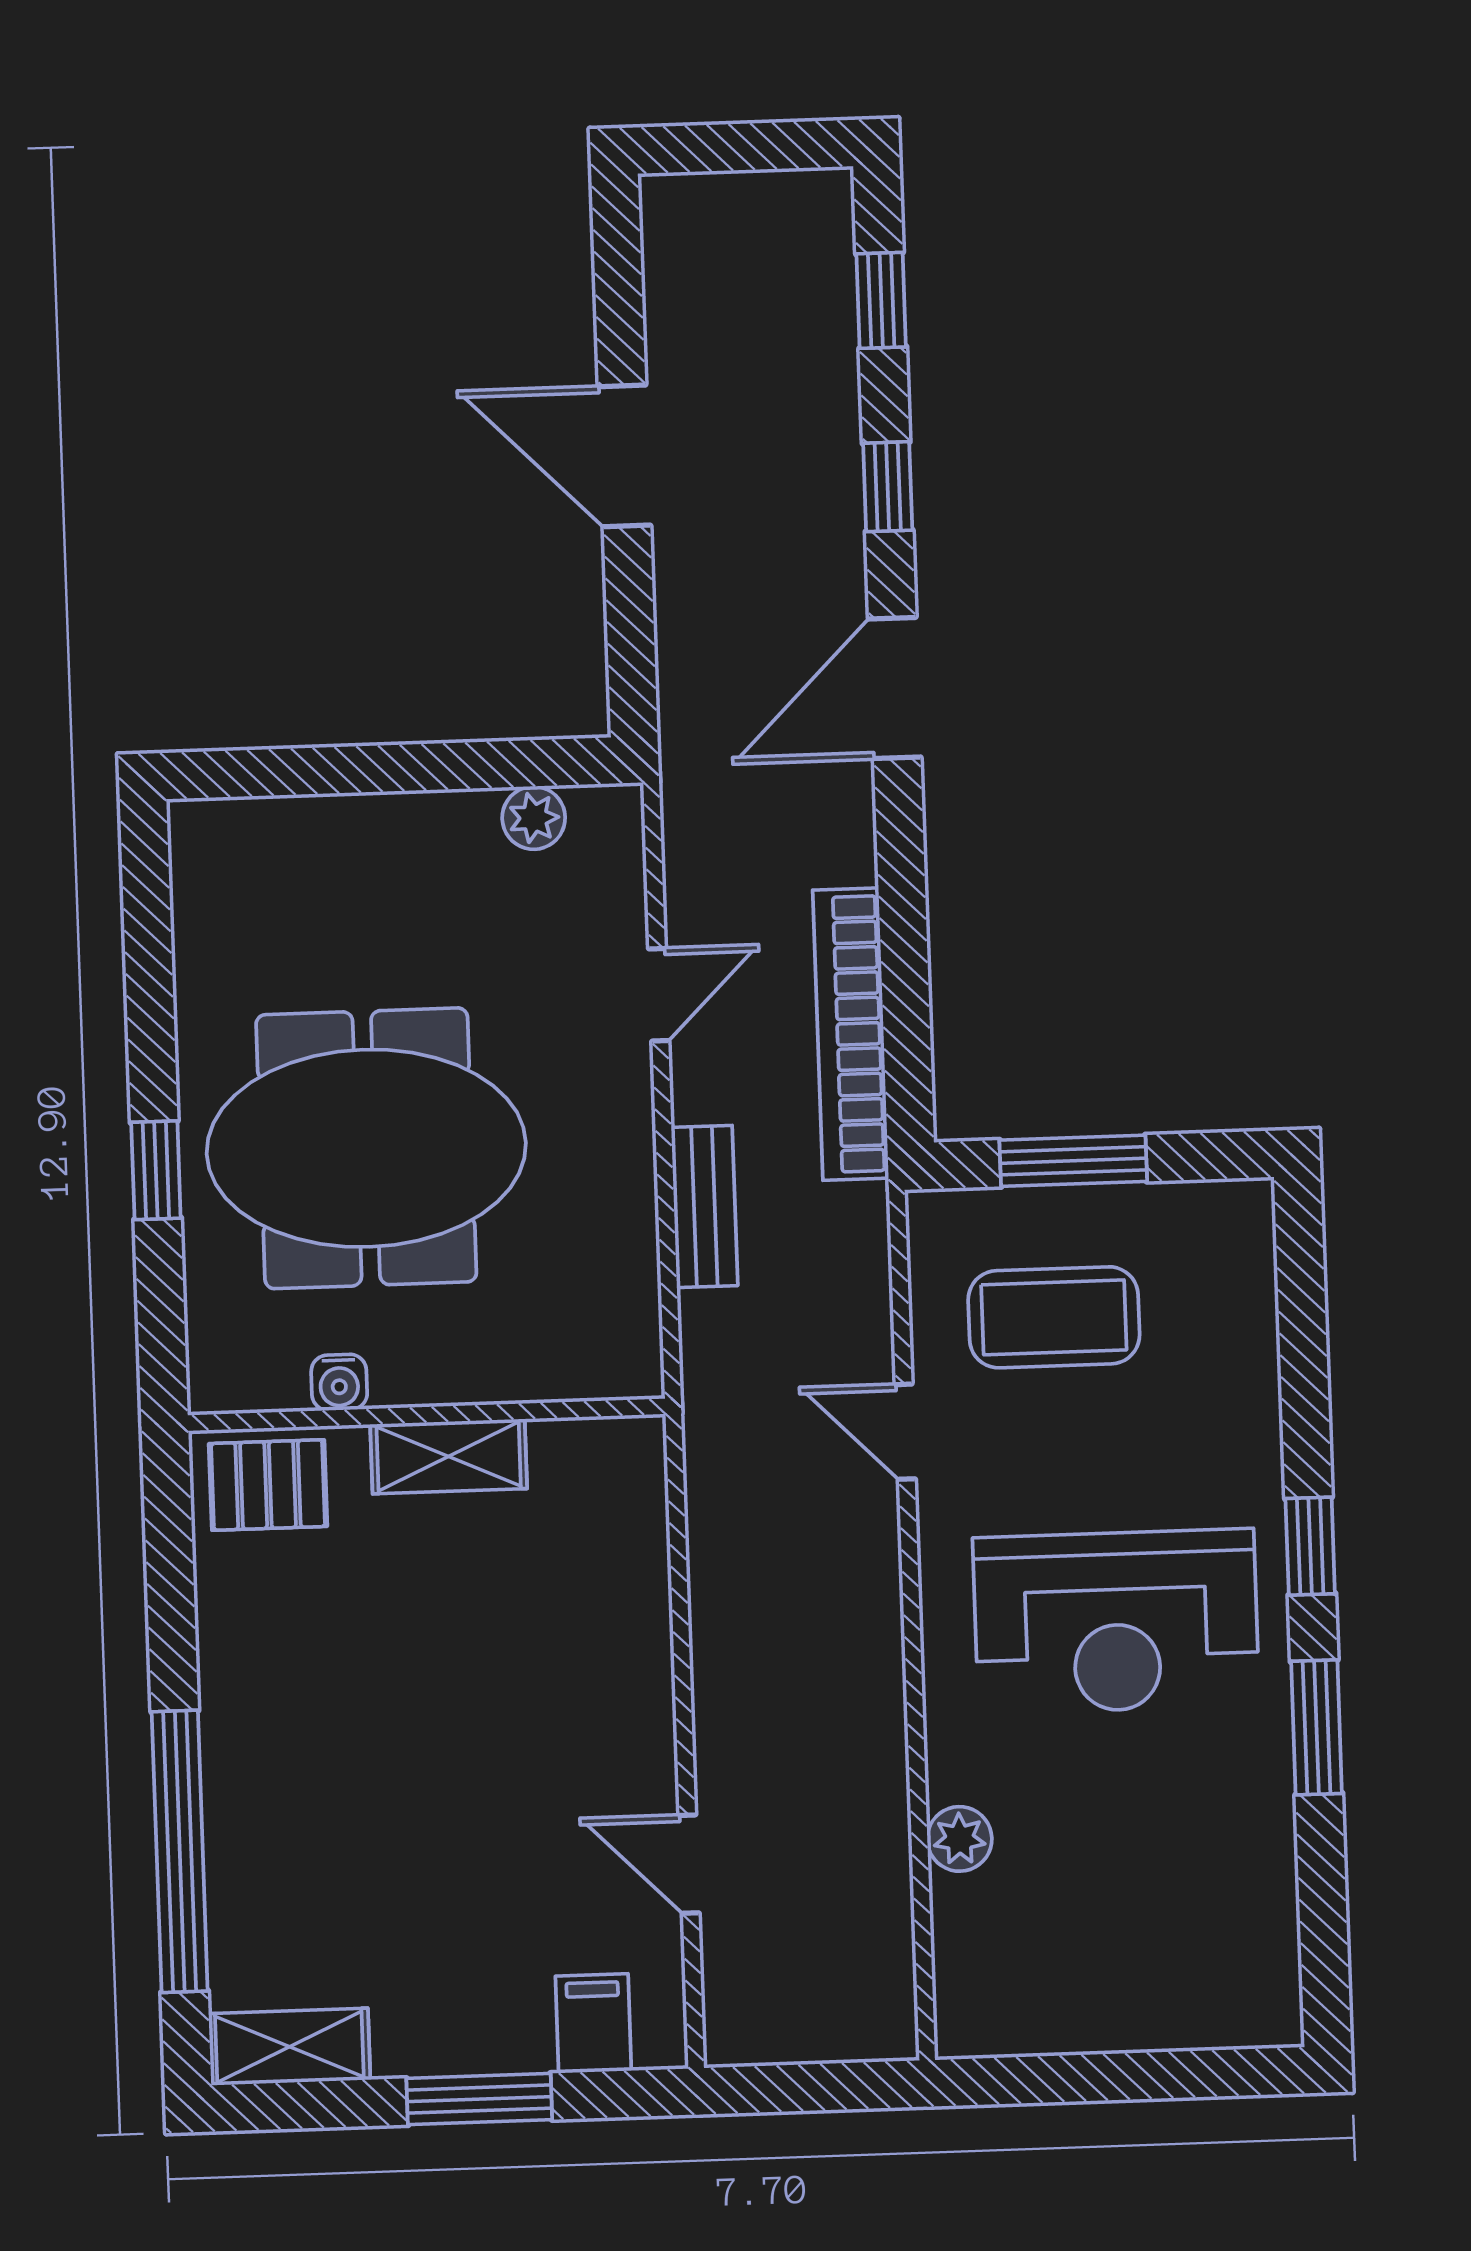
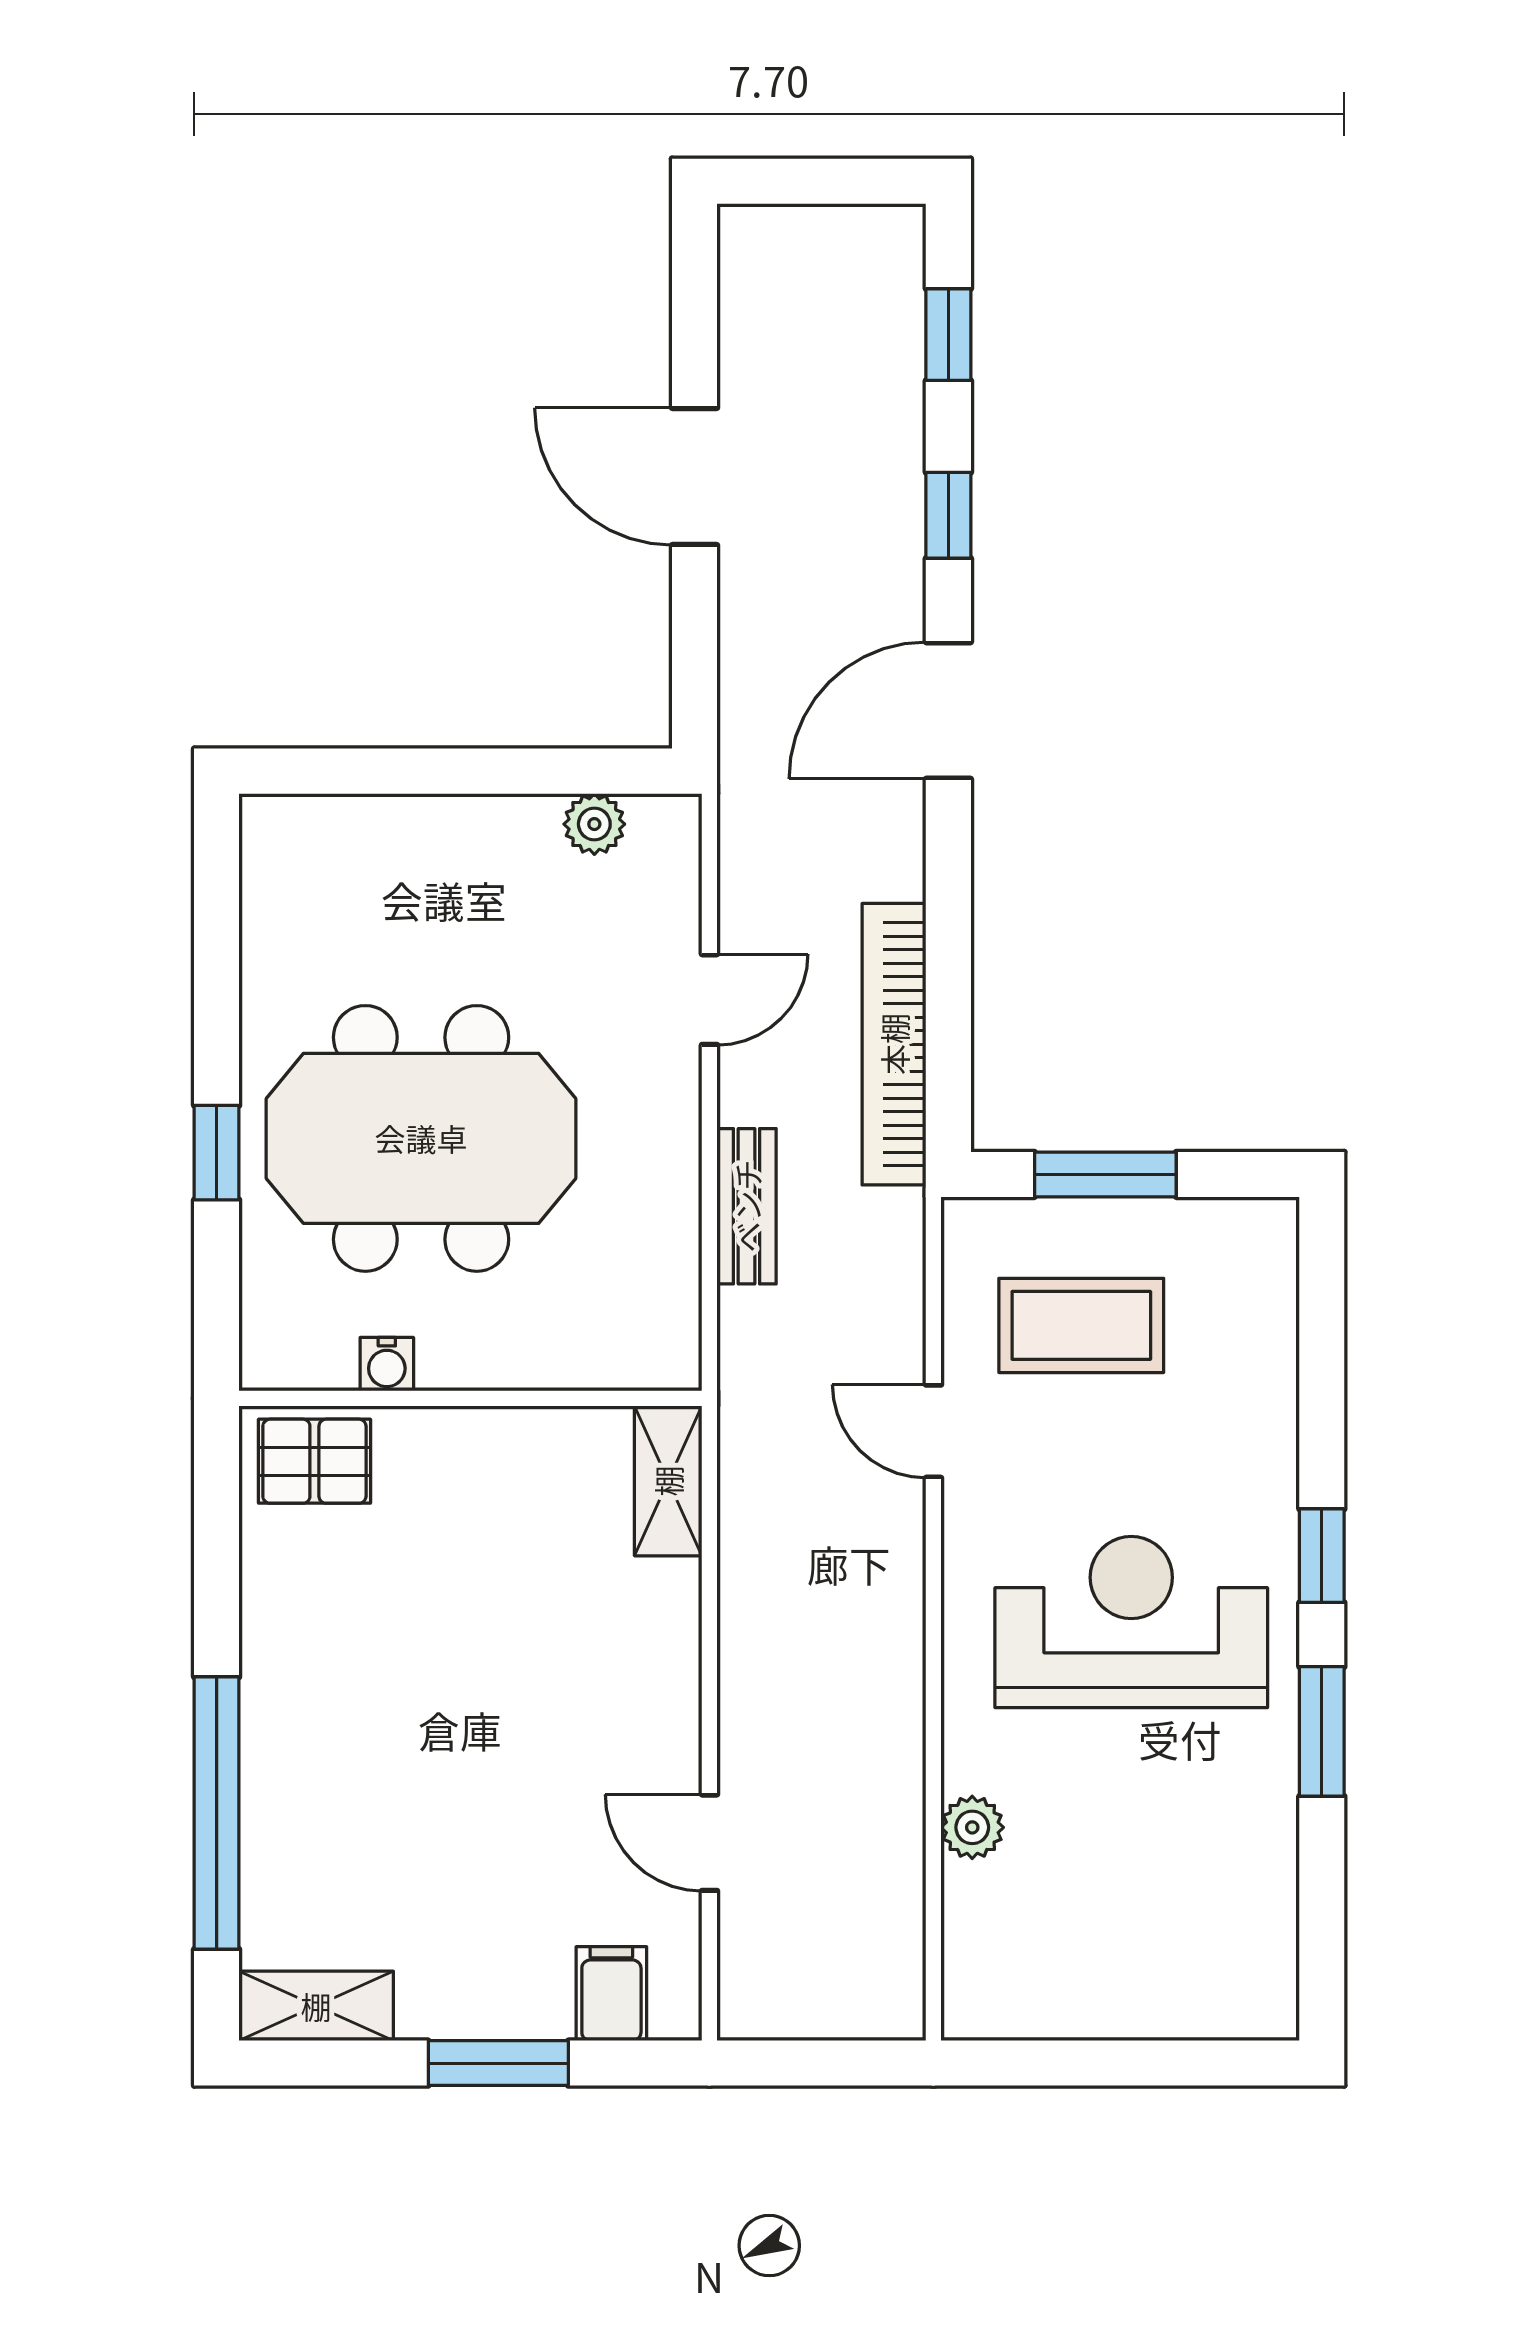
shelving: (449, 1456) -> (668, 1481), moved, turned 90
reception desk: (1116, 1621) -> (1131, 1622), turned 180

